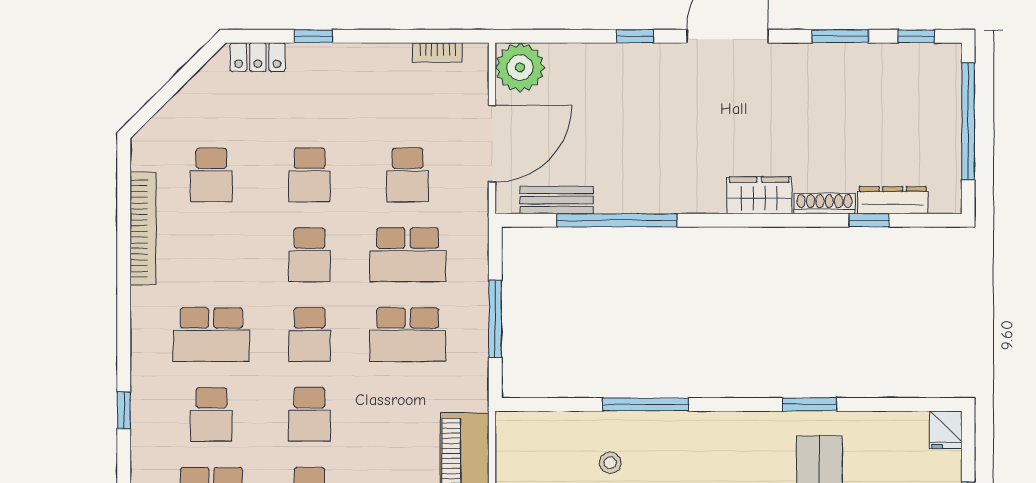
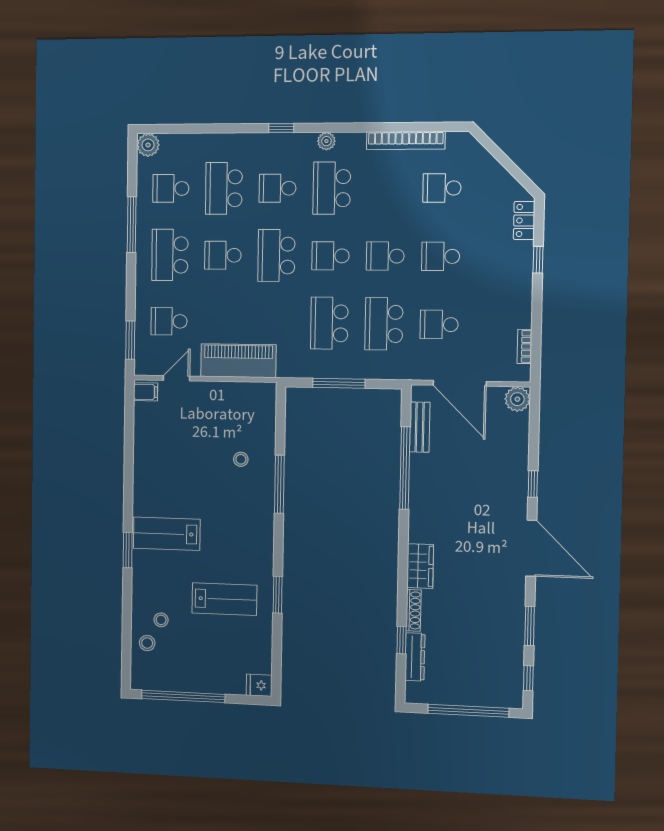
plant: (520, 67) -> (517, 399), width x0.73, depth x0.73
plant: (143, 344) -> (326, 141), added
school desk: (310, 414) -> (276, 256), width x1.85

